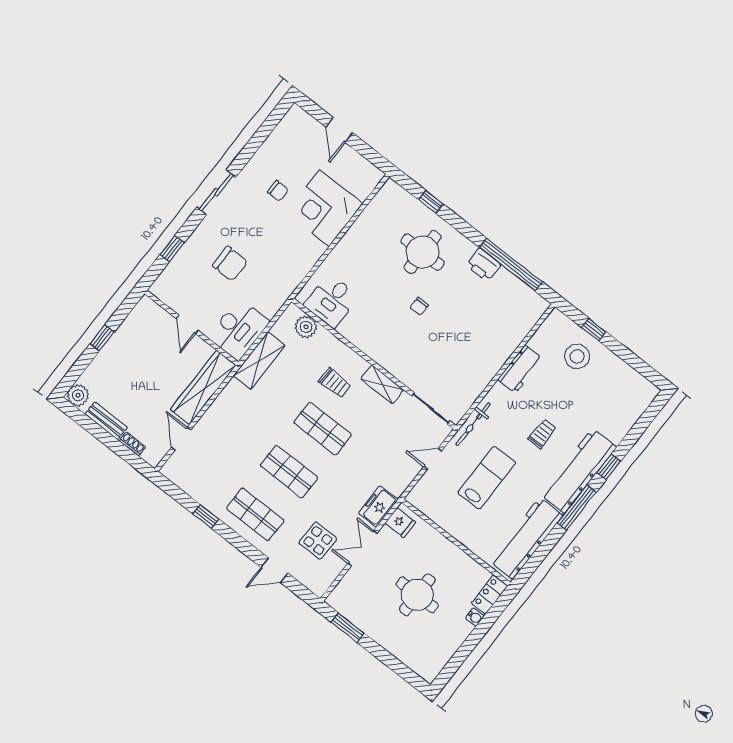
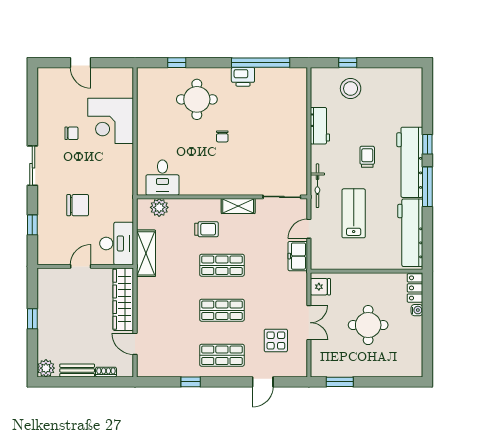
door: (187, 324) -> (81, 266), swing flipped
freezer: (378, 506) -> (298, 256), moved
double door: (363, 548) -> (309, 323), swing flipped

